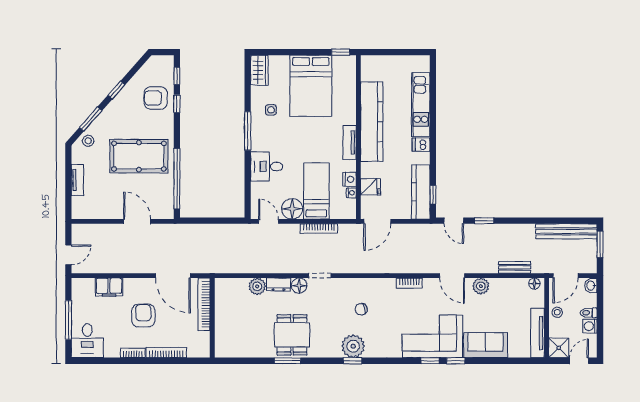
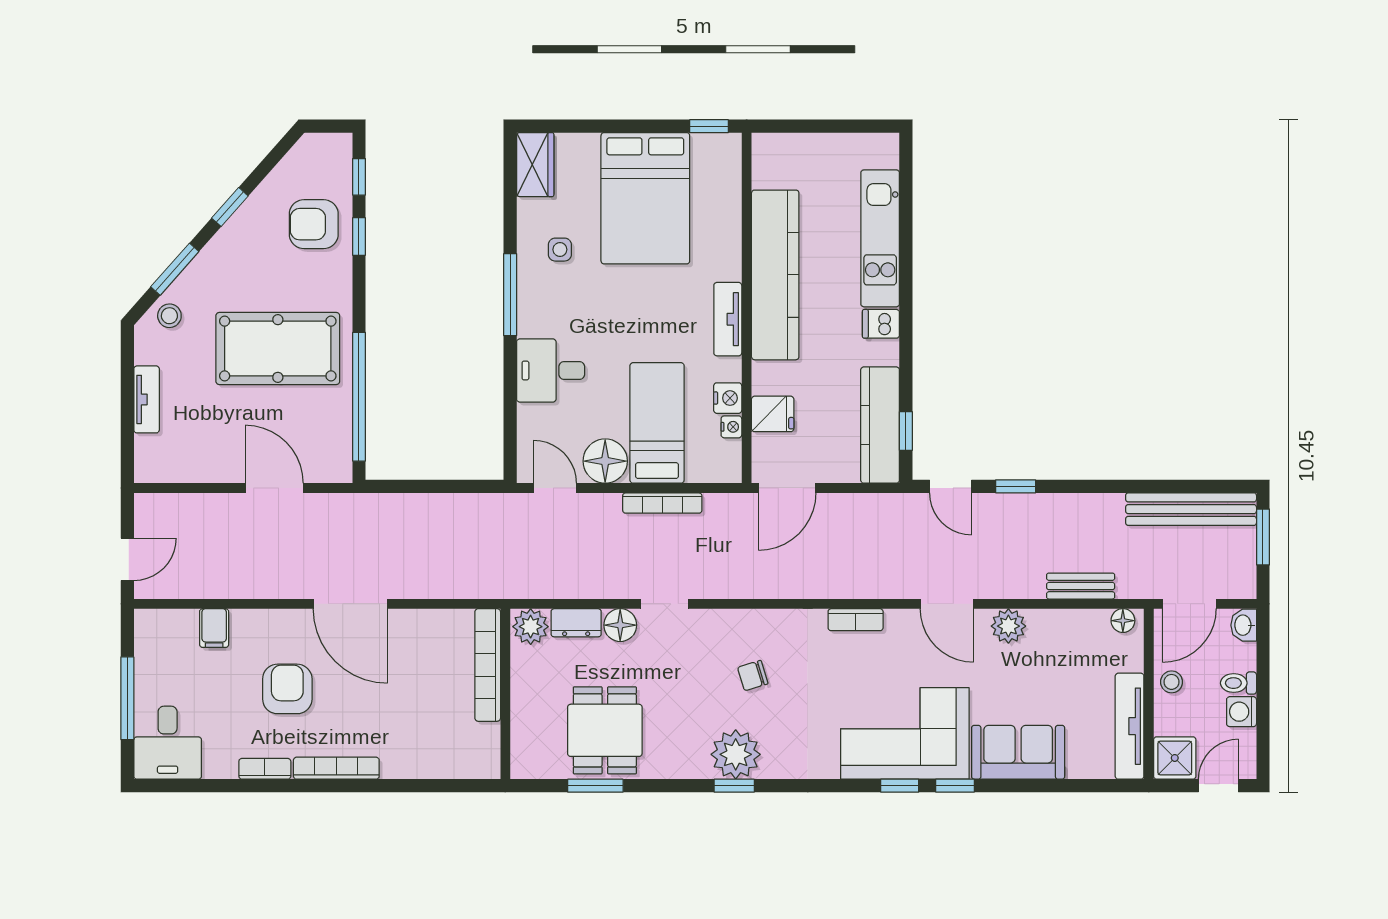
filing cabinet: (109, 287) -> (214, 628), width x0.50
bookcase: (204, 304) -> (488, 665), moved
wall: (212, 318) -> (505, 694), moved

